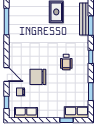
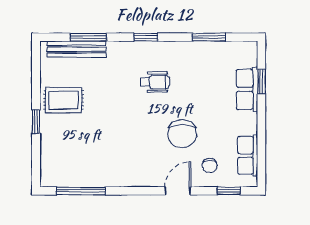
row of seats: (76, 112) -> (247, 89), moved

